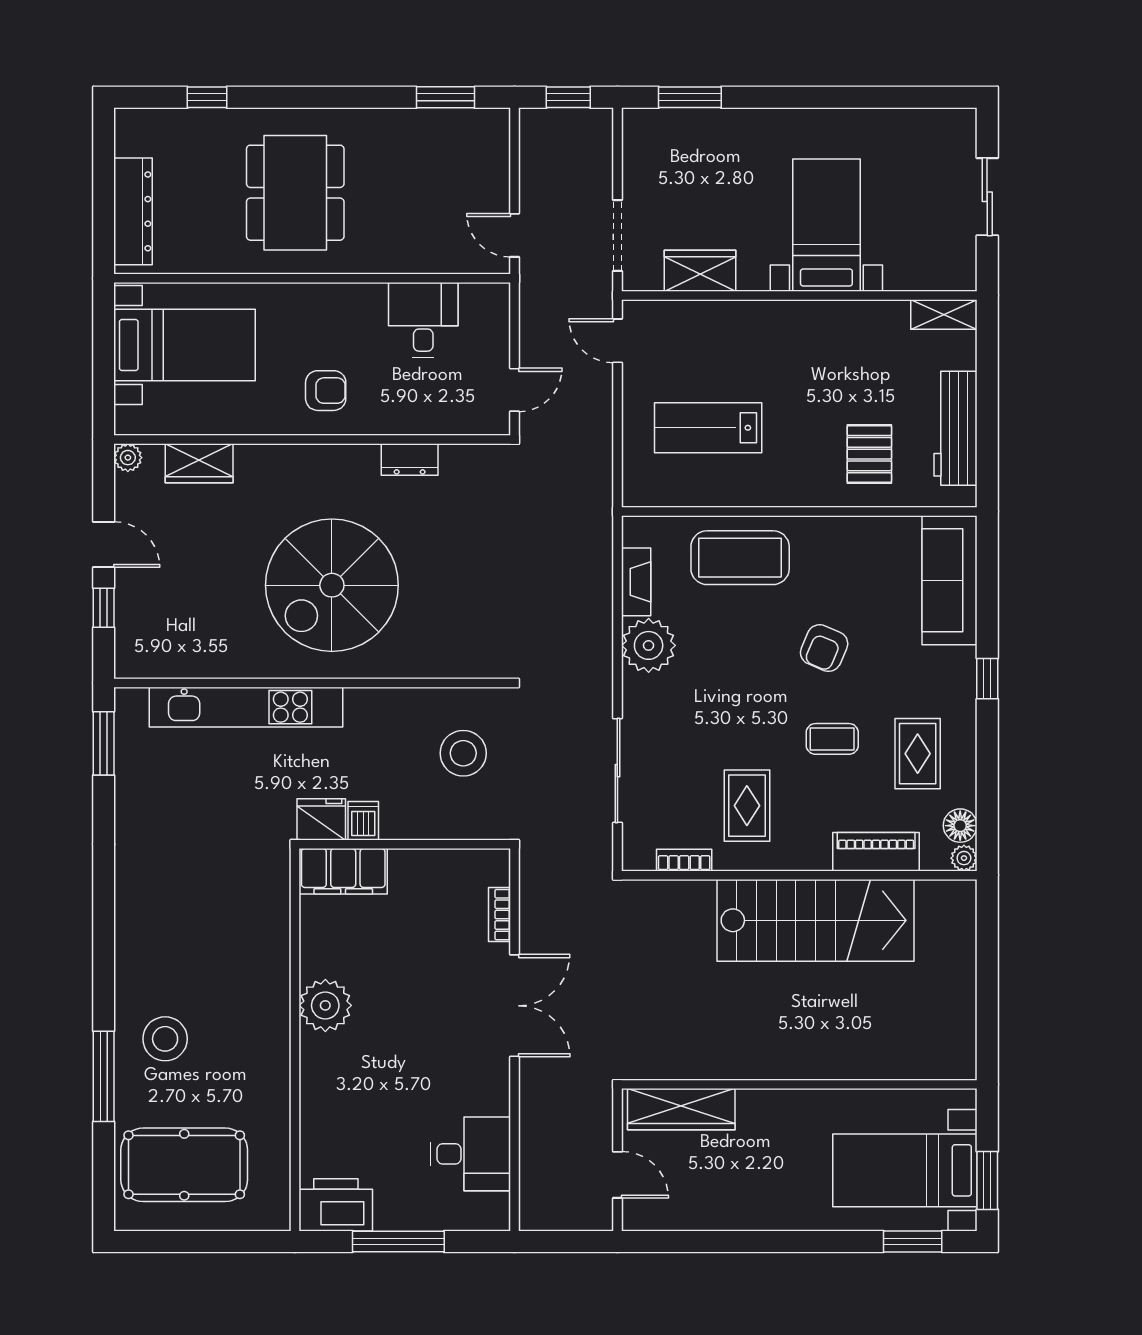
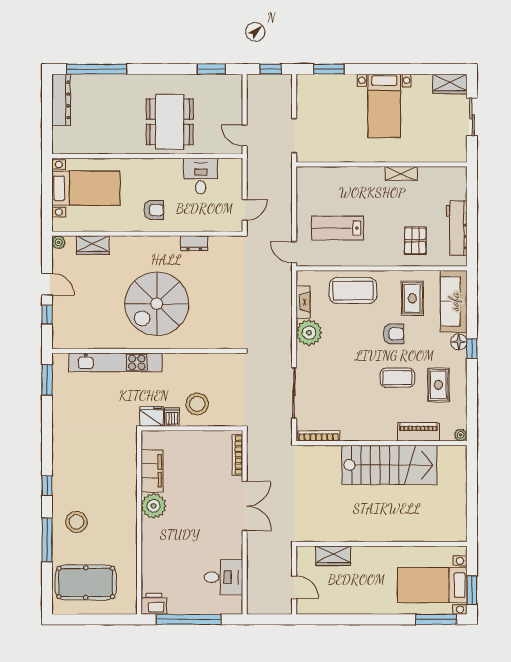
window: (207, 97) -> (97, 69), width x3.17
dining table: (295, 193) -> (170, 122), moved
dresser: (133, 211) -> (61, 100), moved
bed with nightstands: (826, 225) -> (384, 106), moved, turned 180
wardrobe: (700, 271) -> (450, 84), moved, turned 180
shelving: (944, 314) -> (401, 174), moved
door: (617, 341) -> (294, 252), moved
armchair: (824, 648) -> (393, 334), turned -113
coffee table: (832, 739) -> (397, 378), width x1.36, depth x1.30
stool: (463, 753) -> (197, 404), moved
rug: (747, 806) -> (412, 298), moved
floor lamp: (960, 826) -> (459, 342), moved
bookcase: (684, 860) -> (319, 436), width x1.56
filing cabinet: (343, 871) -> (152, 471), moved, turned -90
bookcase: (500, 915) -> (237, 455), width x1.56
window: (104, 963) -> (47, 486), added
wardrobe: (681, 1109) -> (333, 556), width x0.67
printer: (336, 1205) -> (154, 604), width x0.73, depth x0.84
window: (398, 1241) -> (189, 619), width x1.46
window: (913, 1241) -> (436, 619), width x1.44

